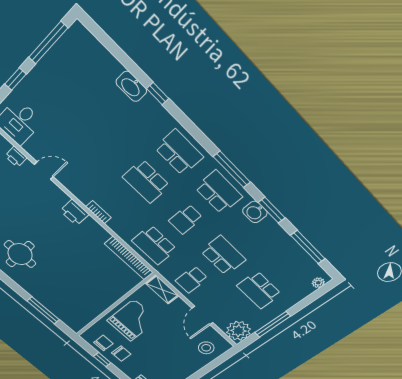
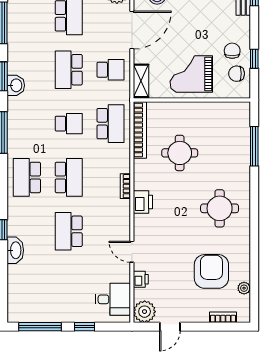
school desk: (219, 192) -> (69, 231), moved
round table: (86, 266) -> (180, 153), added
door: (202, 315) -> (132, 30), width x1.36

